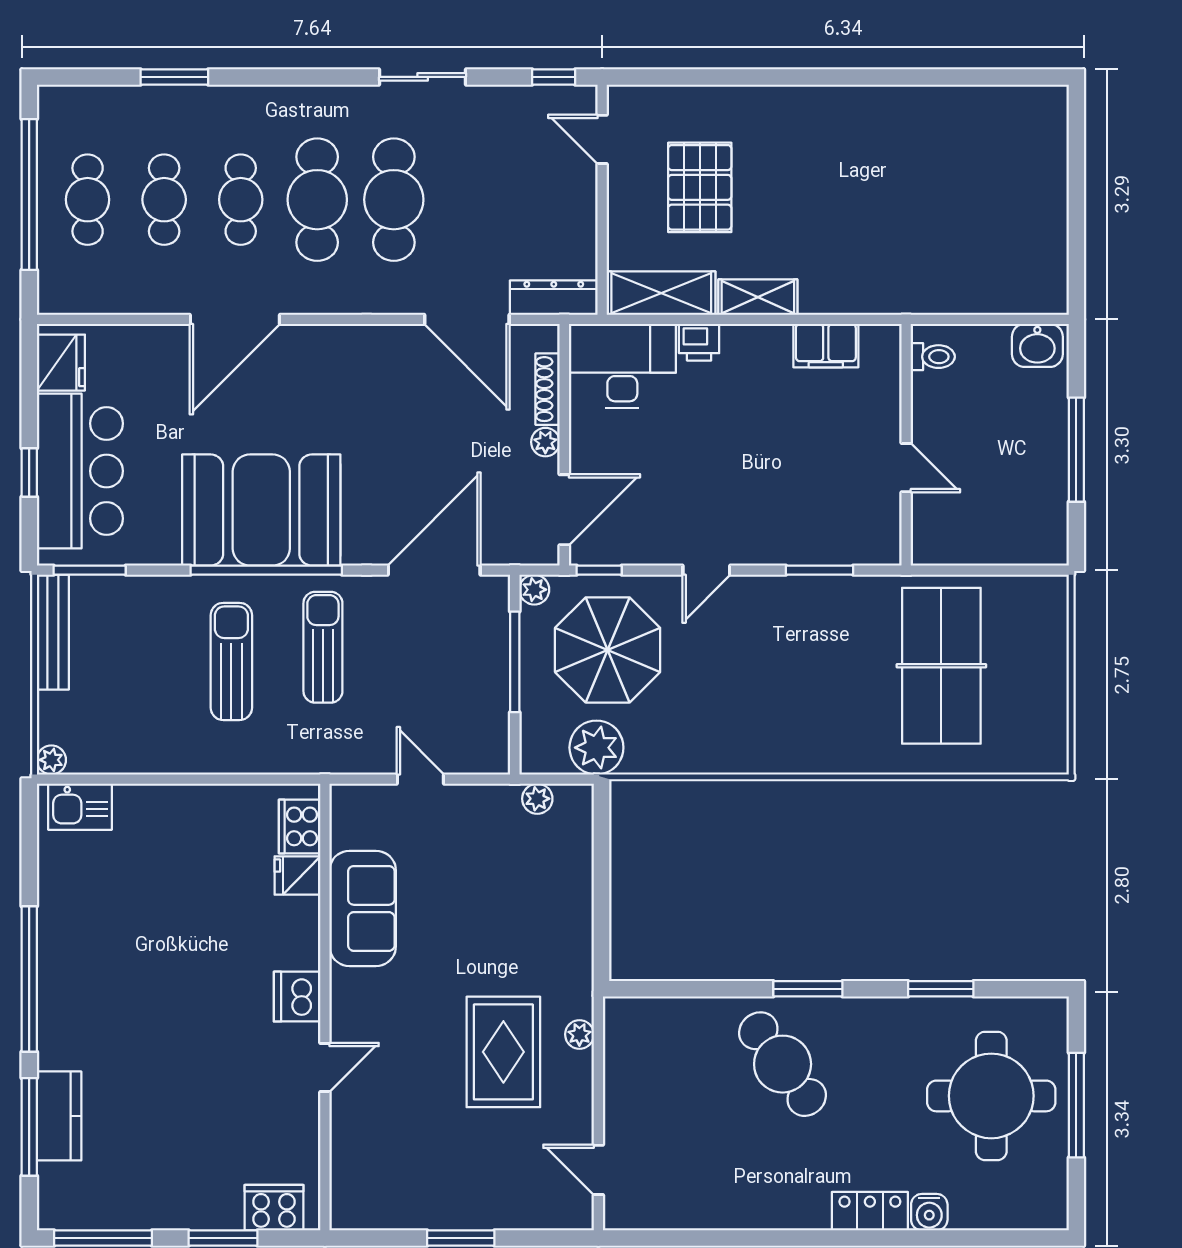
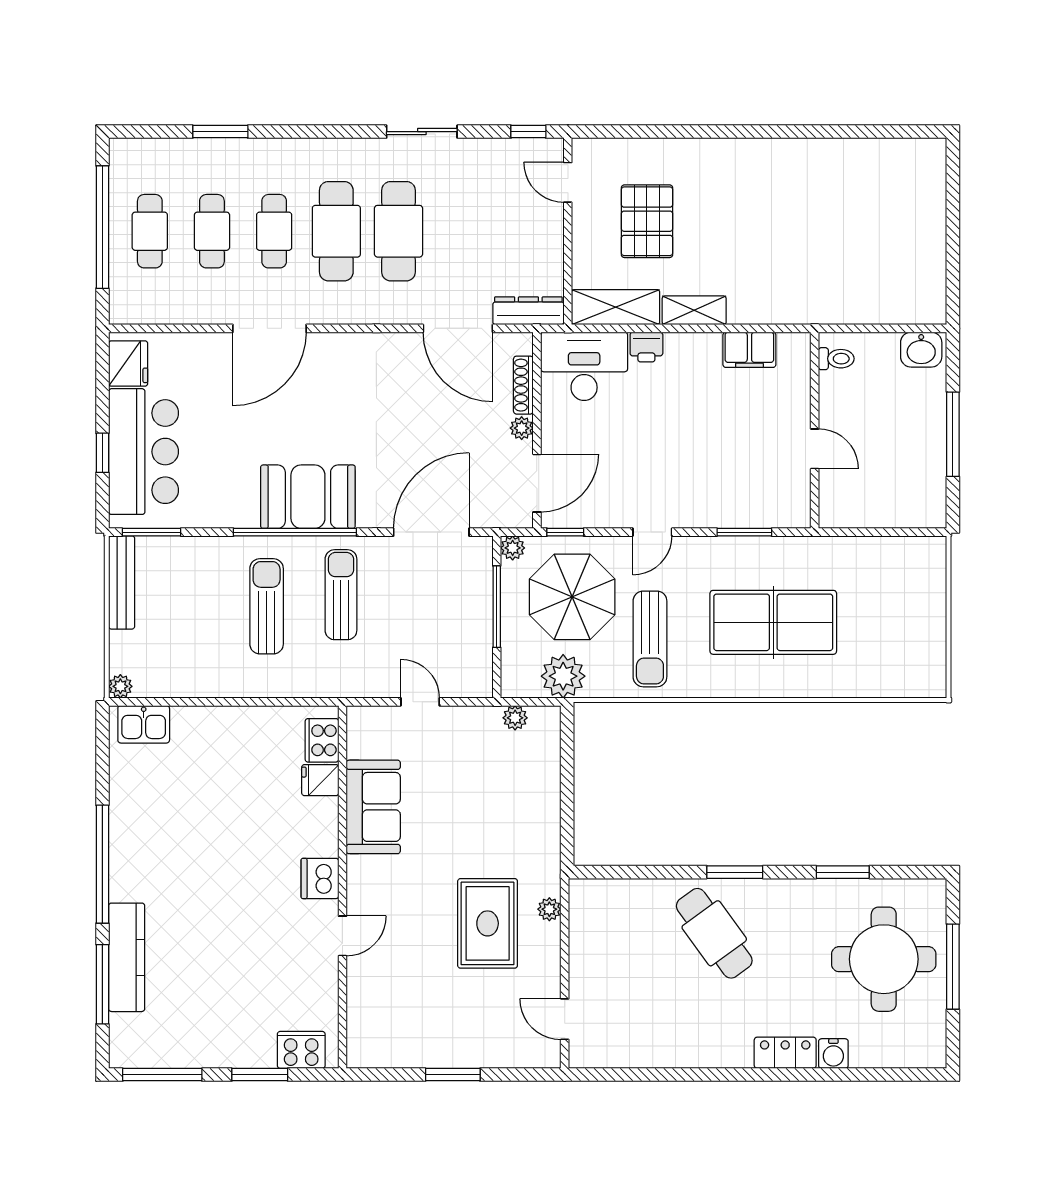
booth: (261, 510) -> (308, 497), width x0.73, depth x0.70
table tennis table: (941, 666) -> (773, 622), moved, turned 90
sun lounger: (703, 702) -> (650, 639), added
kitchen counter: (59, 1116) -> (127, 957), width x1.50

